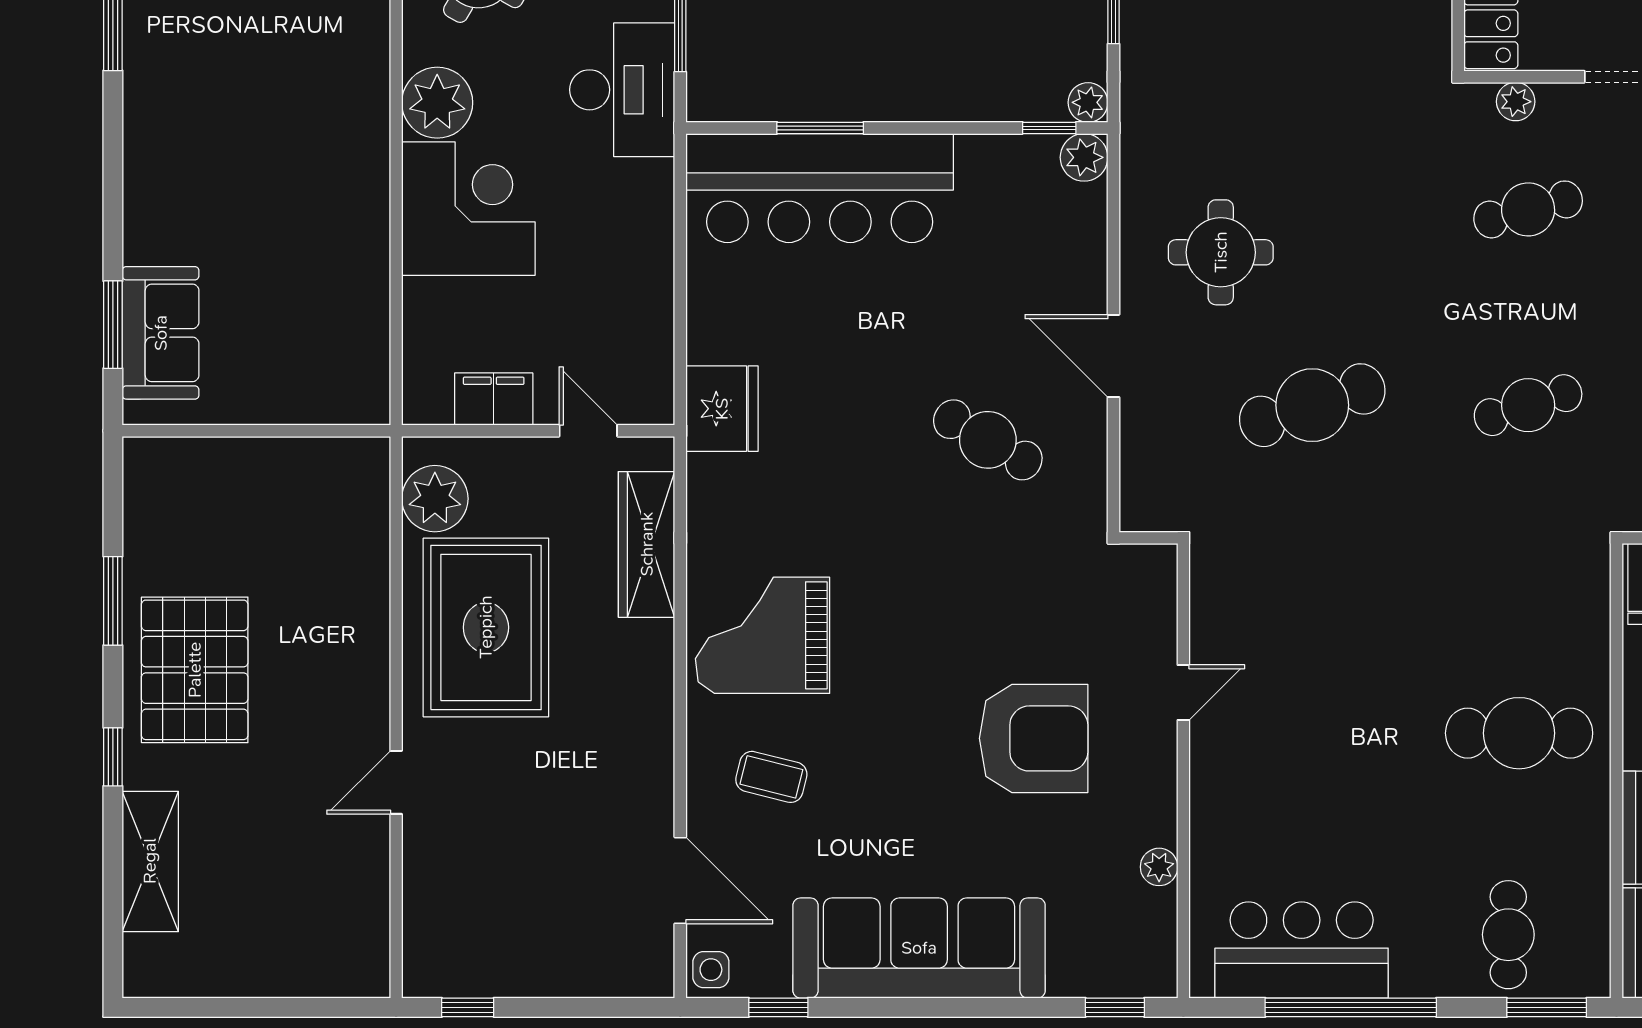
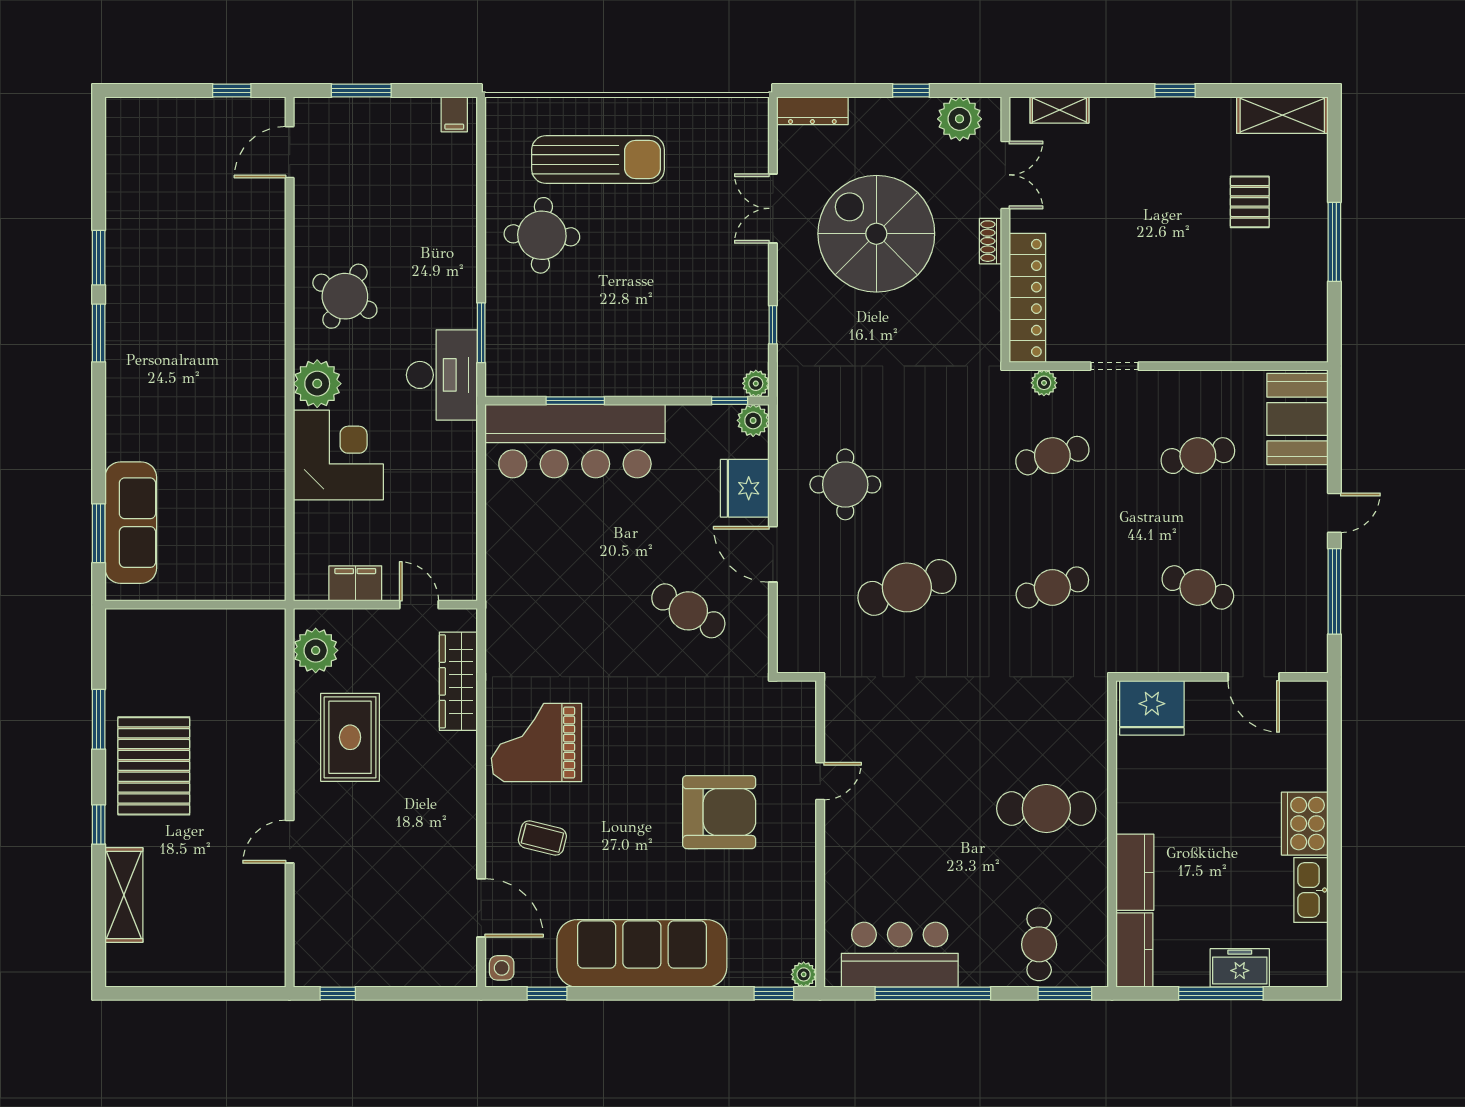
sofa: (161, 333) -> (131, 523), width x1.36
fridge: (722, 409) -> (745, 488), moved, turned 180
rug: (486, 627) -> (350, 737), width x0.73, depth x0.69
plant: (1159, 867) -> (804, 974), moved

